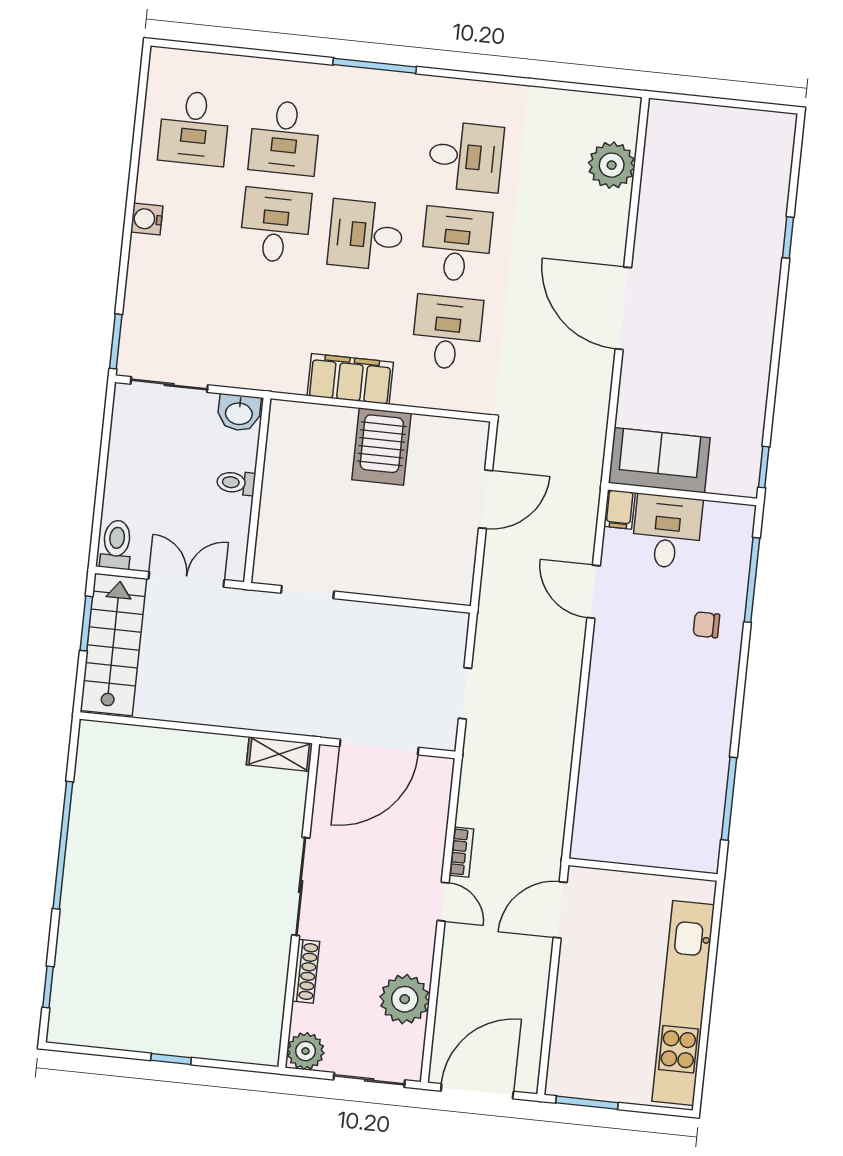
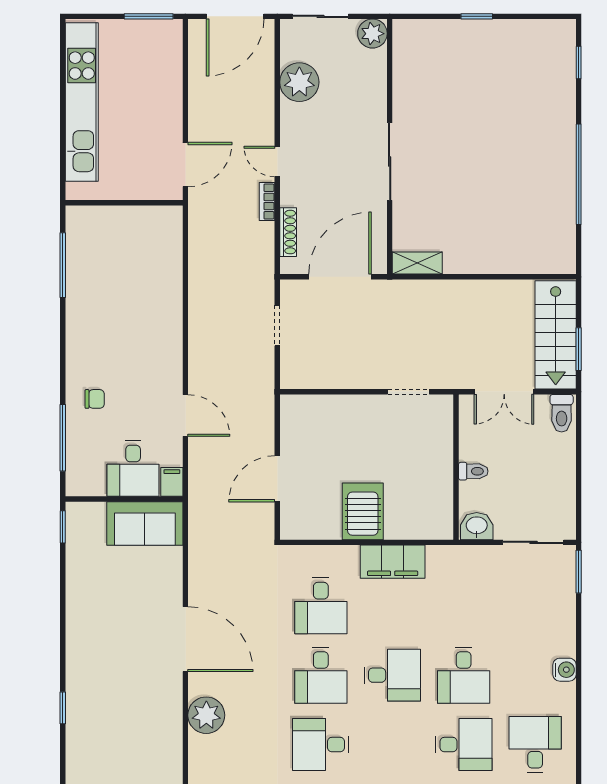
desk: (285, 138) -> (464, 745), turned 90
plant: (612, 165) -> (206, 715), moved
shoe rack: (306, 971) -> (288, 232), moved, turned 180

